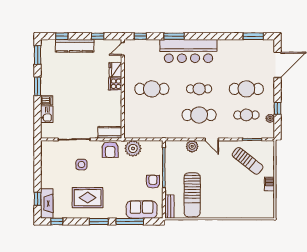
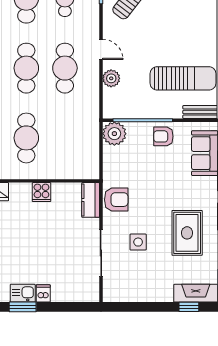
cooker: (115, 84) -> (41, 192), moved
cafe table: (199, 89) -> (26, 68), width x1.37, depth x1.35
kitchen sink: (47, 114) -> (23, 293), moved
door: (212, 139) -> (101, 49), hinge flipped
plant: (133, 148) -> (114, 134), moved

